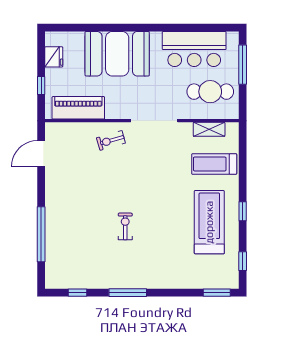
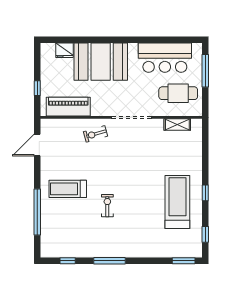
fridge: (54, 57) -> (64, 50), moved, turned 90
treadmill: (214, 164) -> (68, 189), moved

